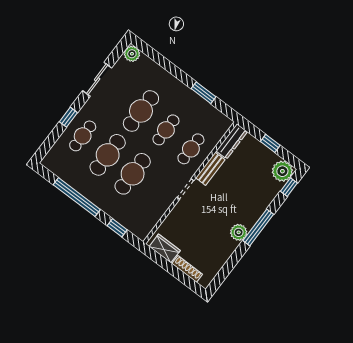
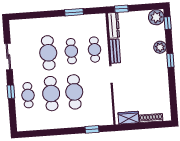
plant: (132, 54) -> (15, 25), removed
window: (270, 143) -> (121, 9), moved
window: (77, 197) -> (55, 132), removed
window: (258, 227) -> (170, 60), width x0.46
plant: (239, 232) -> (160, 47), moved

